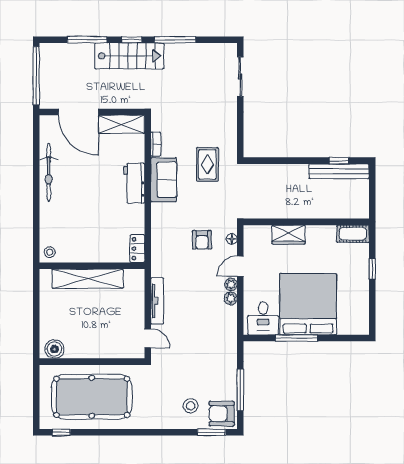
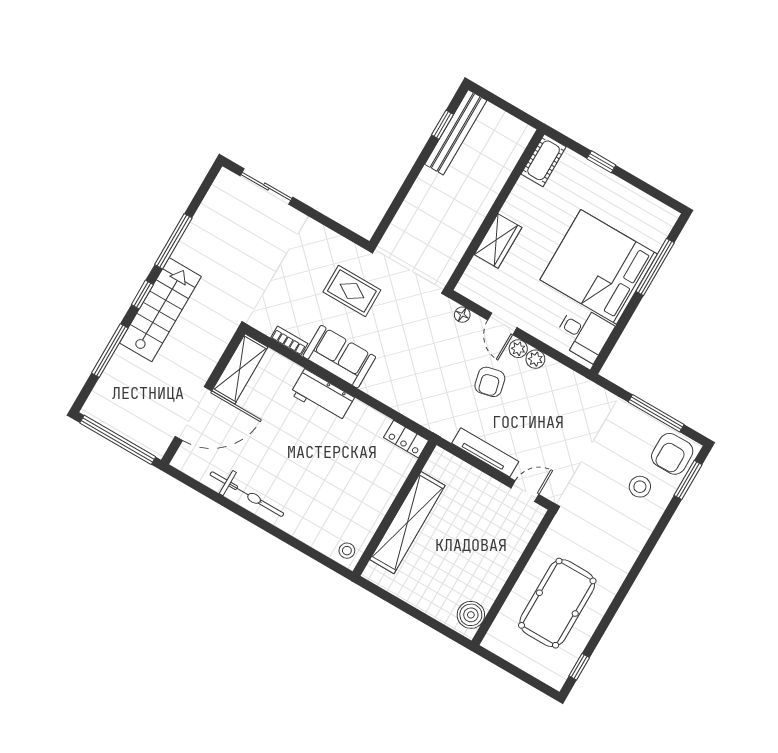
armchair: (202, 240) -> (490, 382), moved, turned 77
window: (297, 338) -> (655, 267), moved
pool table: (92, 397) -> (557, 603), width x0.73, depth x0.76

